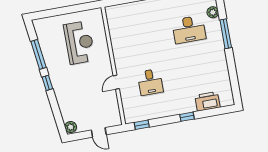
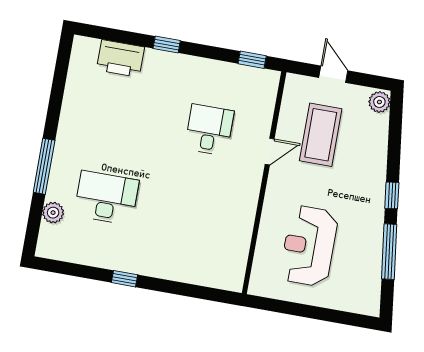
coffee table: (94, 100) -> (321, 135), added

